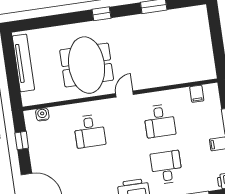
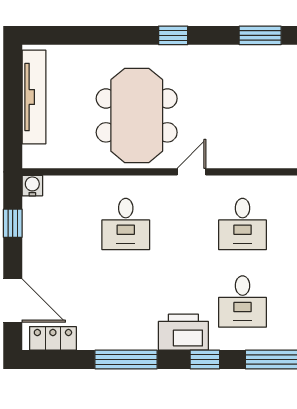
water cooler: (42, 114) -> (32, 186), moved
desk: (166, 167) -> (243, 301), turned 180

